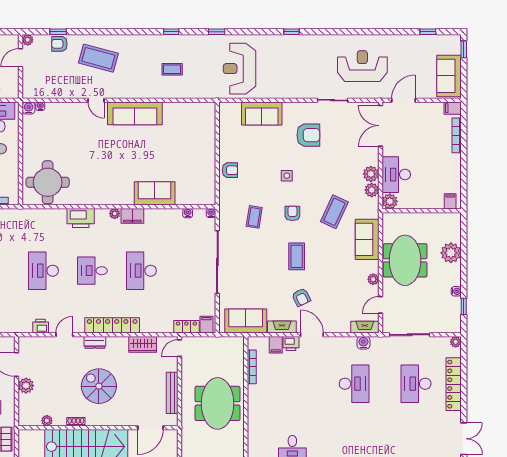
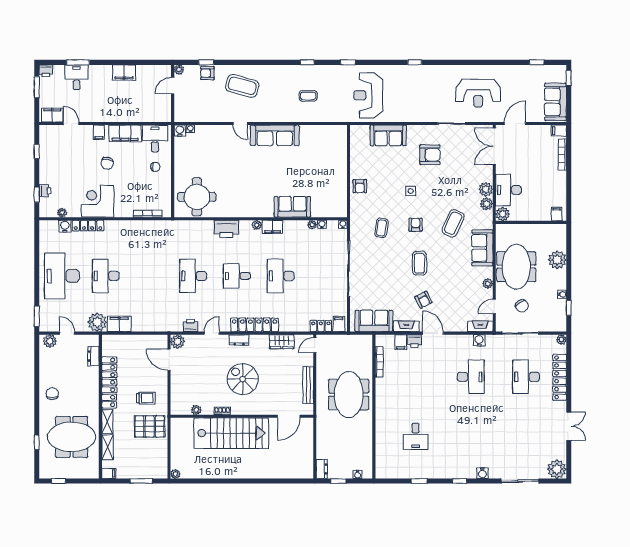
reception desk: (362, 66) -> (478, 93), turned 180
armchair: (230, 170) -> (360, 186), turned 90
plant: (177, 213) -> (312, 225), added
chair: (411, 304) -> (522, 306), added
plant: (26, 386) -> (177, 342), moved

